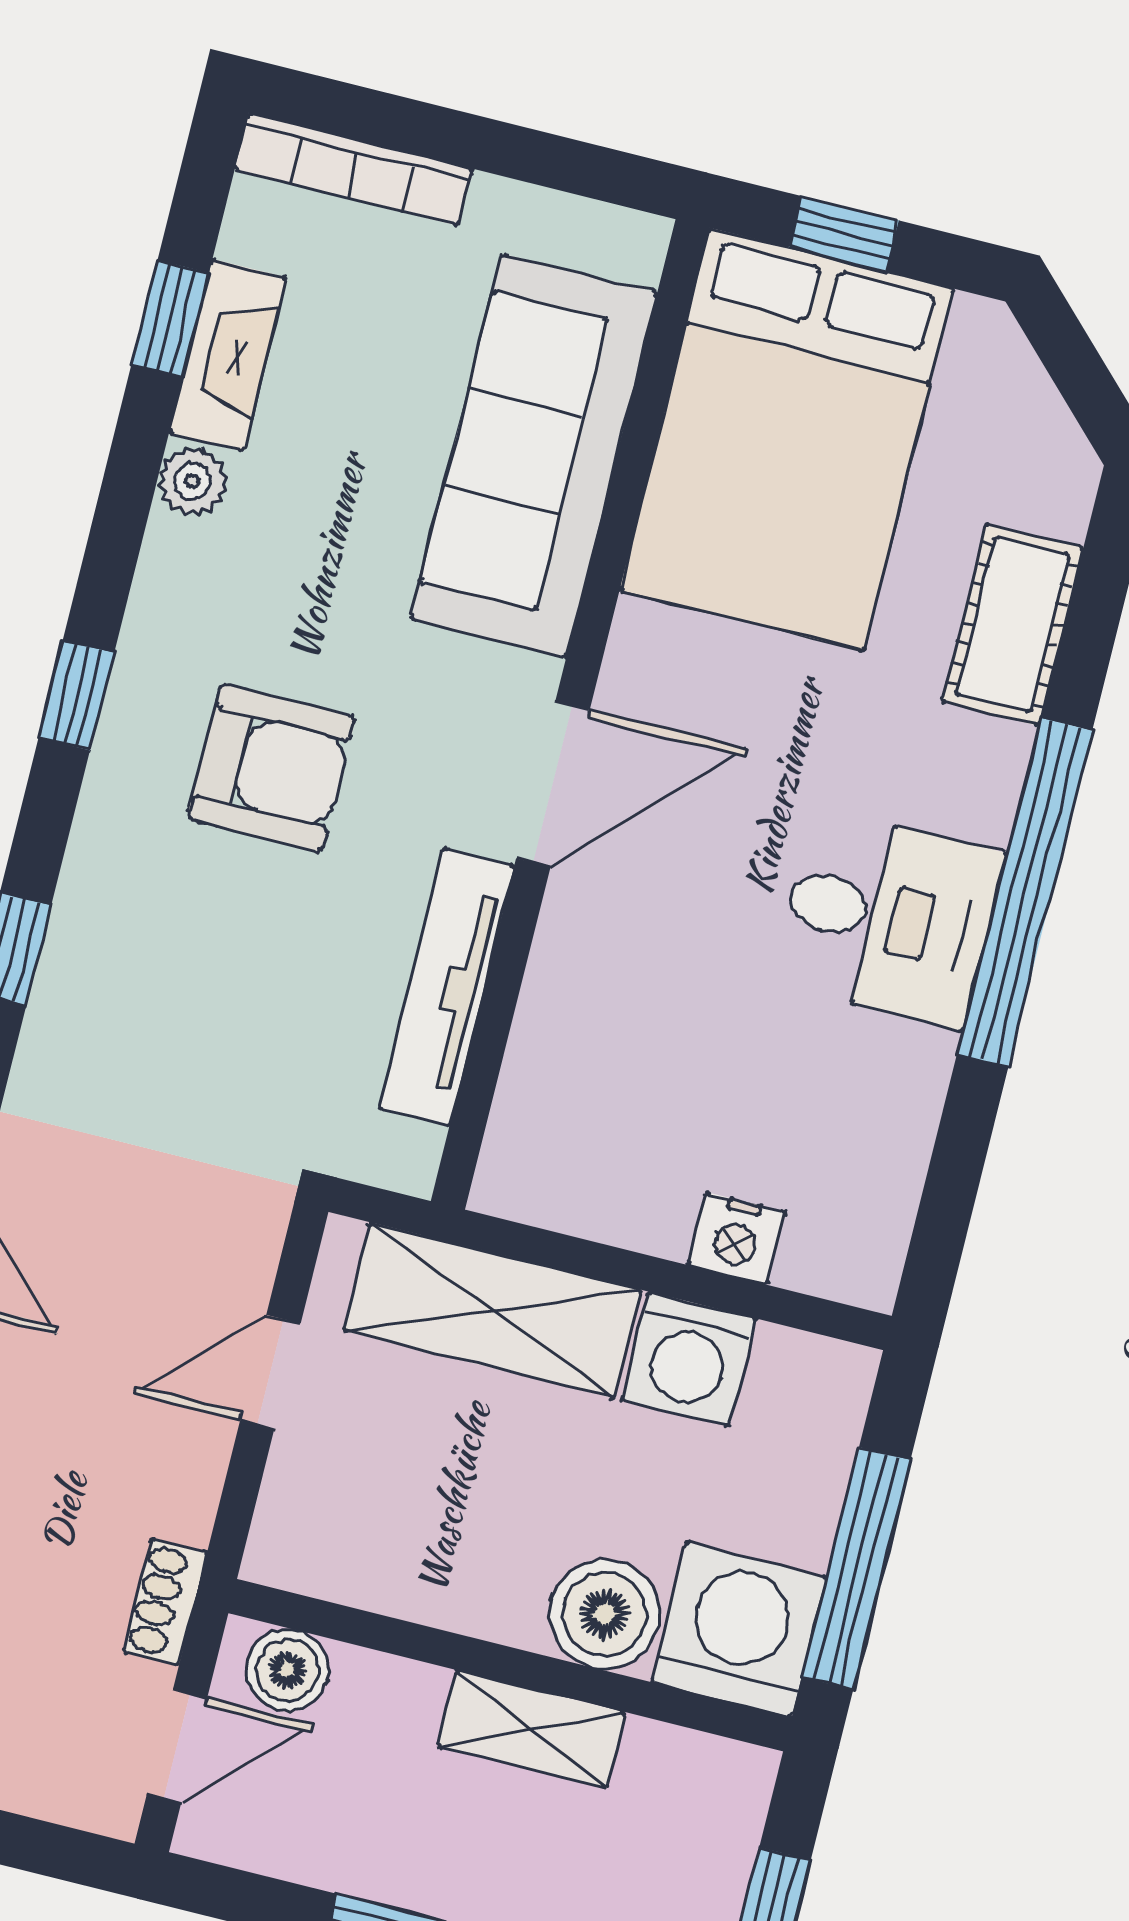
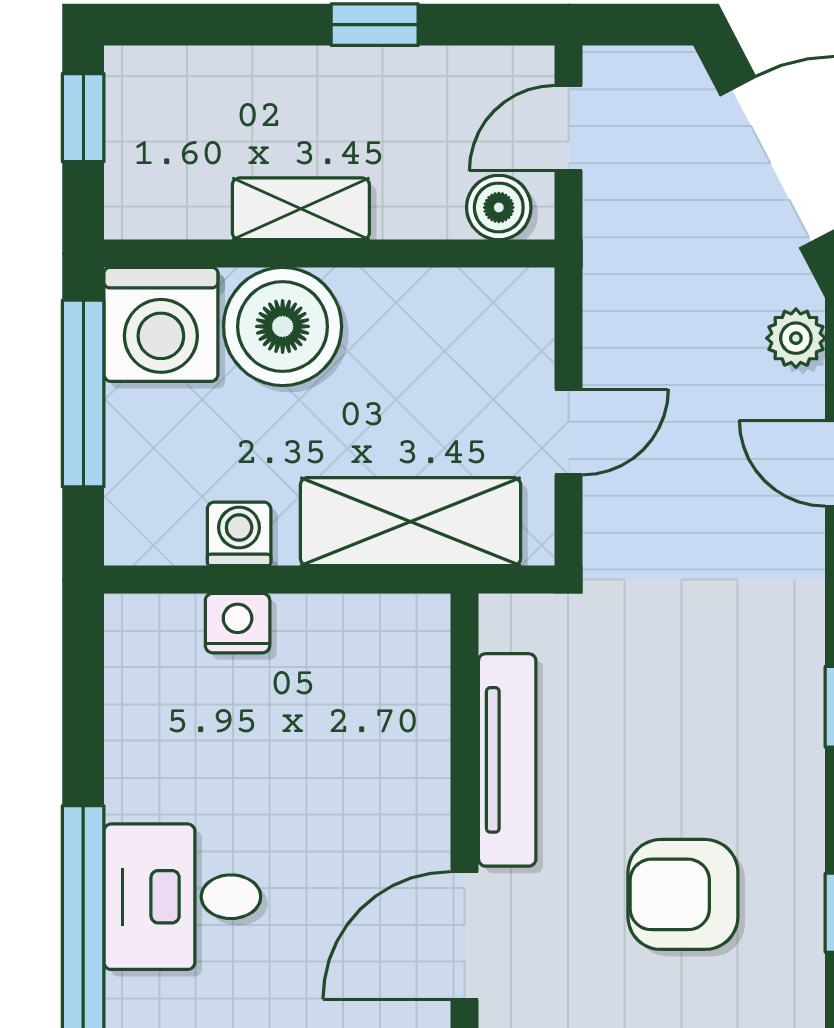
washing machine: (689, 1359) -> (239, 534), width x0.73, depth x0.73
shoe rack: (165, 1602) -> (605, 236), removed
boiler: (605, 1614) -> (283, 326), width x1.37, depth x1.37

